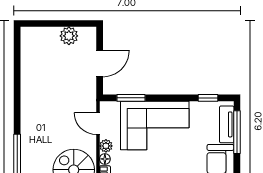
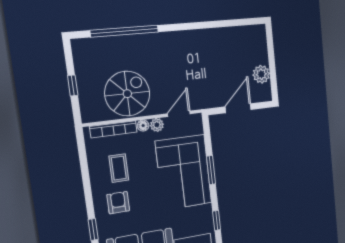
door: (100, 64) -> (238, 108), swing flipped
window: (131, 98) -> (211, 170), moved

